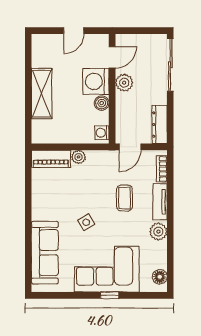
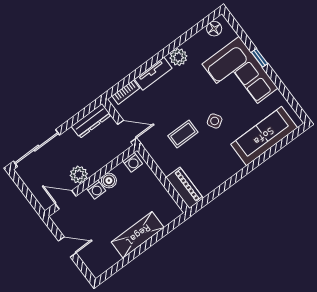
washing machine: (96, 81) -> (96, 190), width x0.53, depth x0.53
plant: (79, 157) -> (166, 167), removed
coffee table: (124, 198) -> (183, 134), moved

